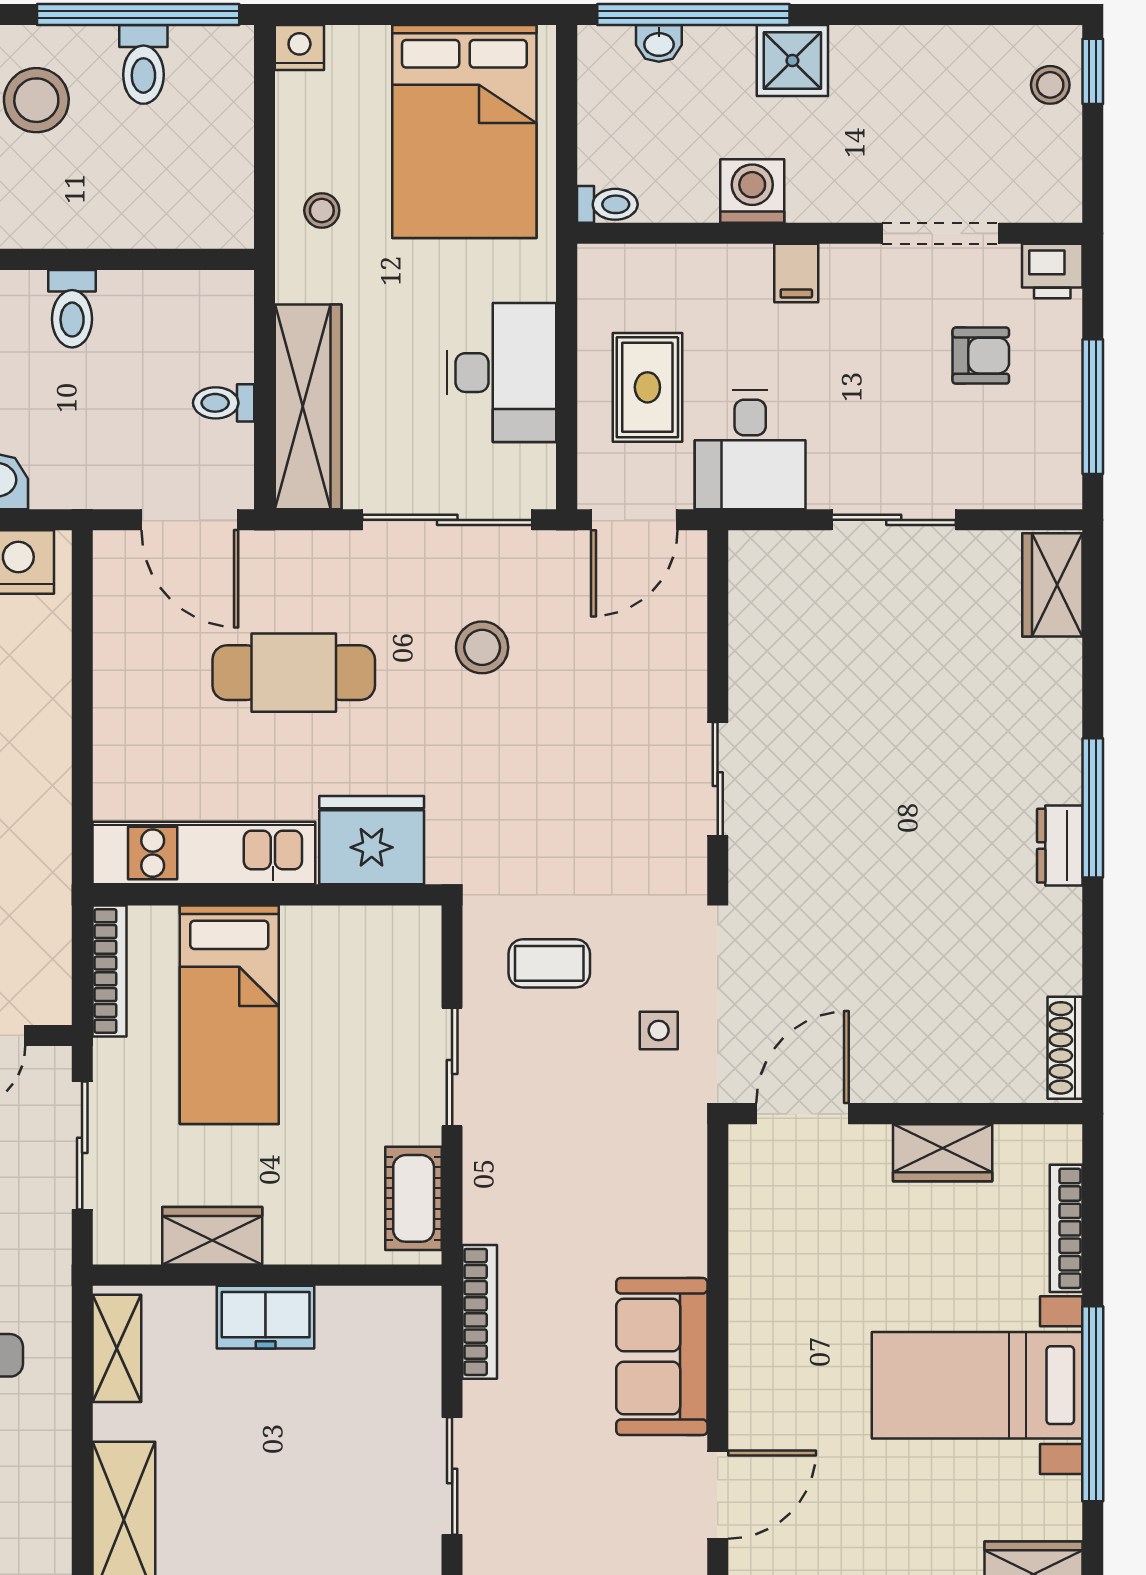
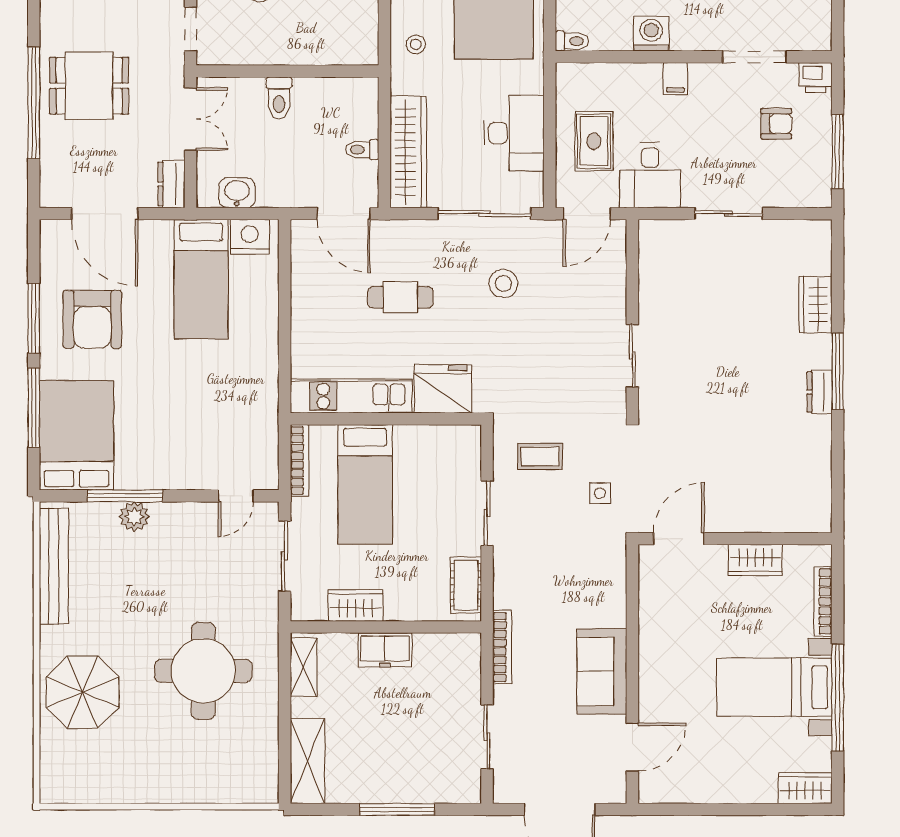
wardrobe: (1052, 585) -> (815, 305), moved
cafe table: (294, 673) -> (400, 297), width x0.73, depth x0.74
shoe rack: (1065, 1048) -> (822, 503), removed

